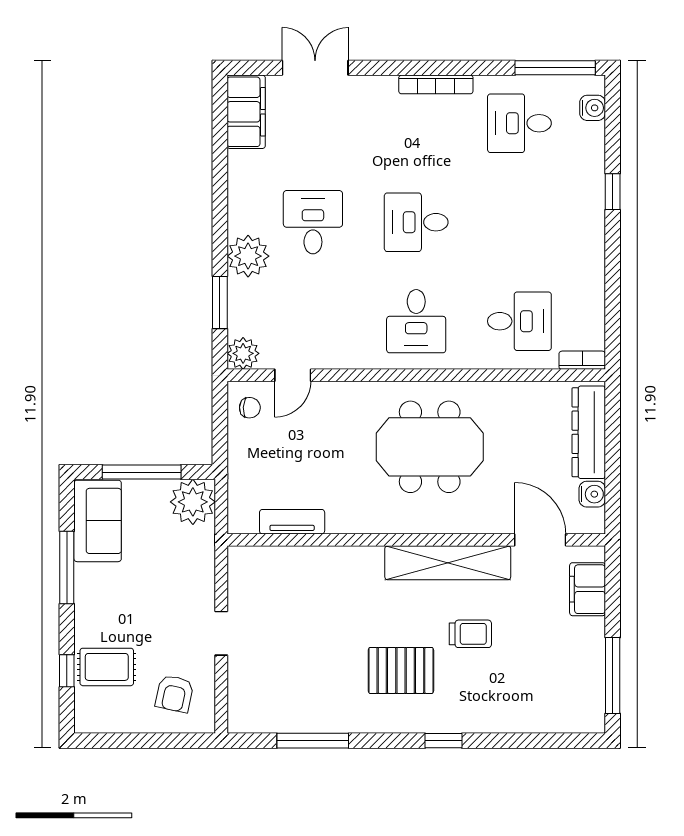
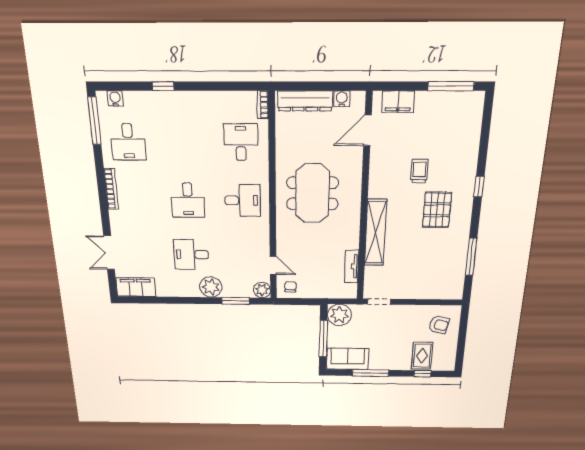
shelving: (448, 563) -> (375, 233), moved
doorway: (221, 633) -> (379, 302), moved

